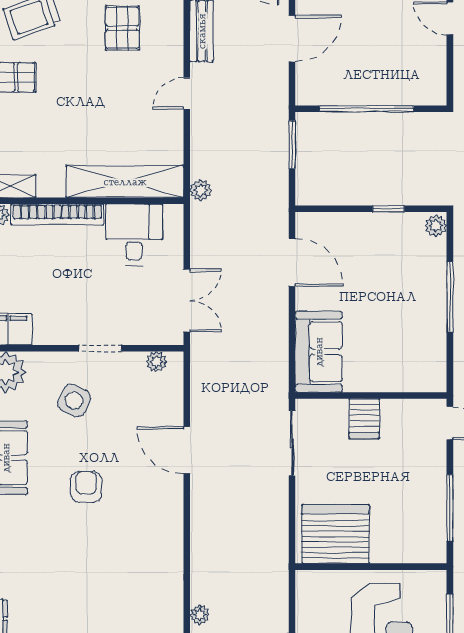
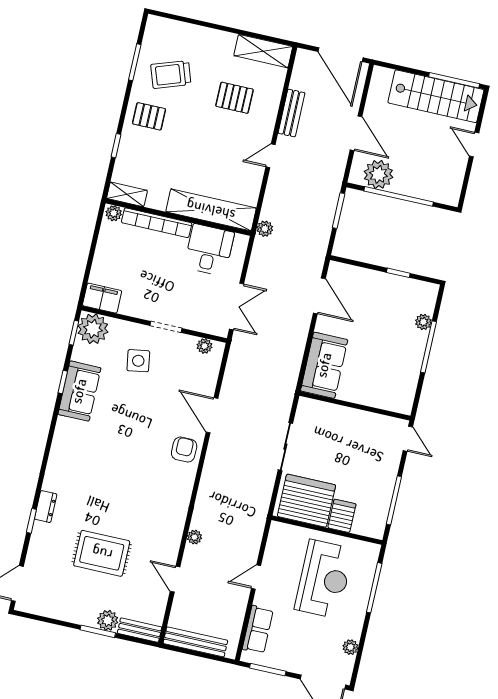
pallet: (122, 28) -> (234, 98), turned 90
door: (292, 39) -> (356, 133), hinge flipped
plant: (333, 86) -> (378, 174), added
plant: (436, 226) -> (423, 322), moved
side table: (74, 401) -> (138, 361), turned -33
server rack: (364, 419) -> (342, 516), moved, turned 180
sliding door: (292, 443) -> (285, 447), moved
armchair: (86, 487) -> (184, 450), moved

